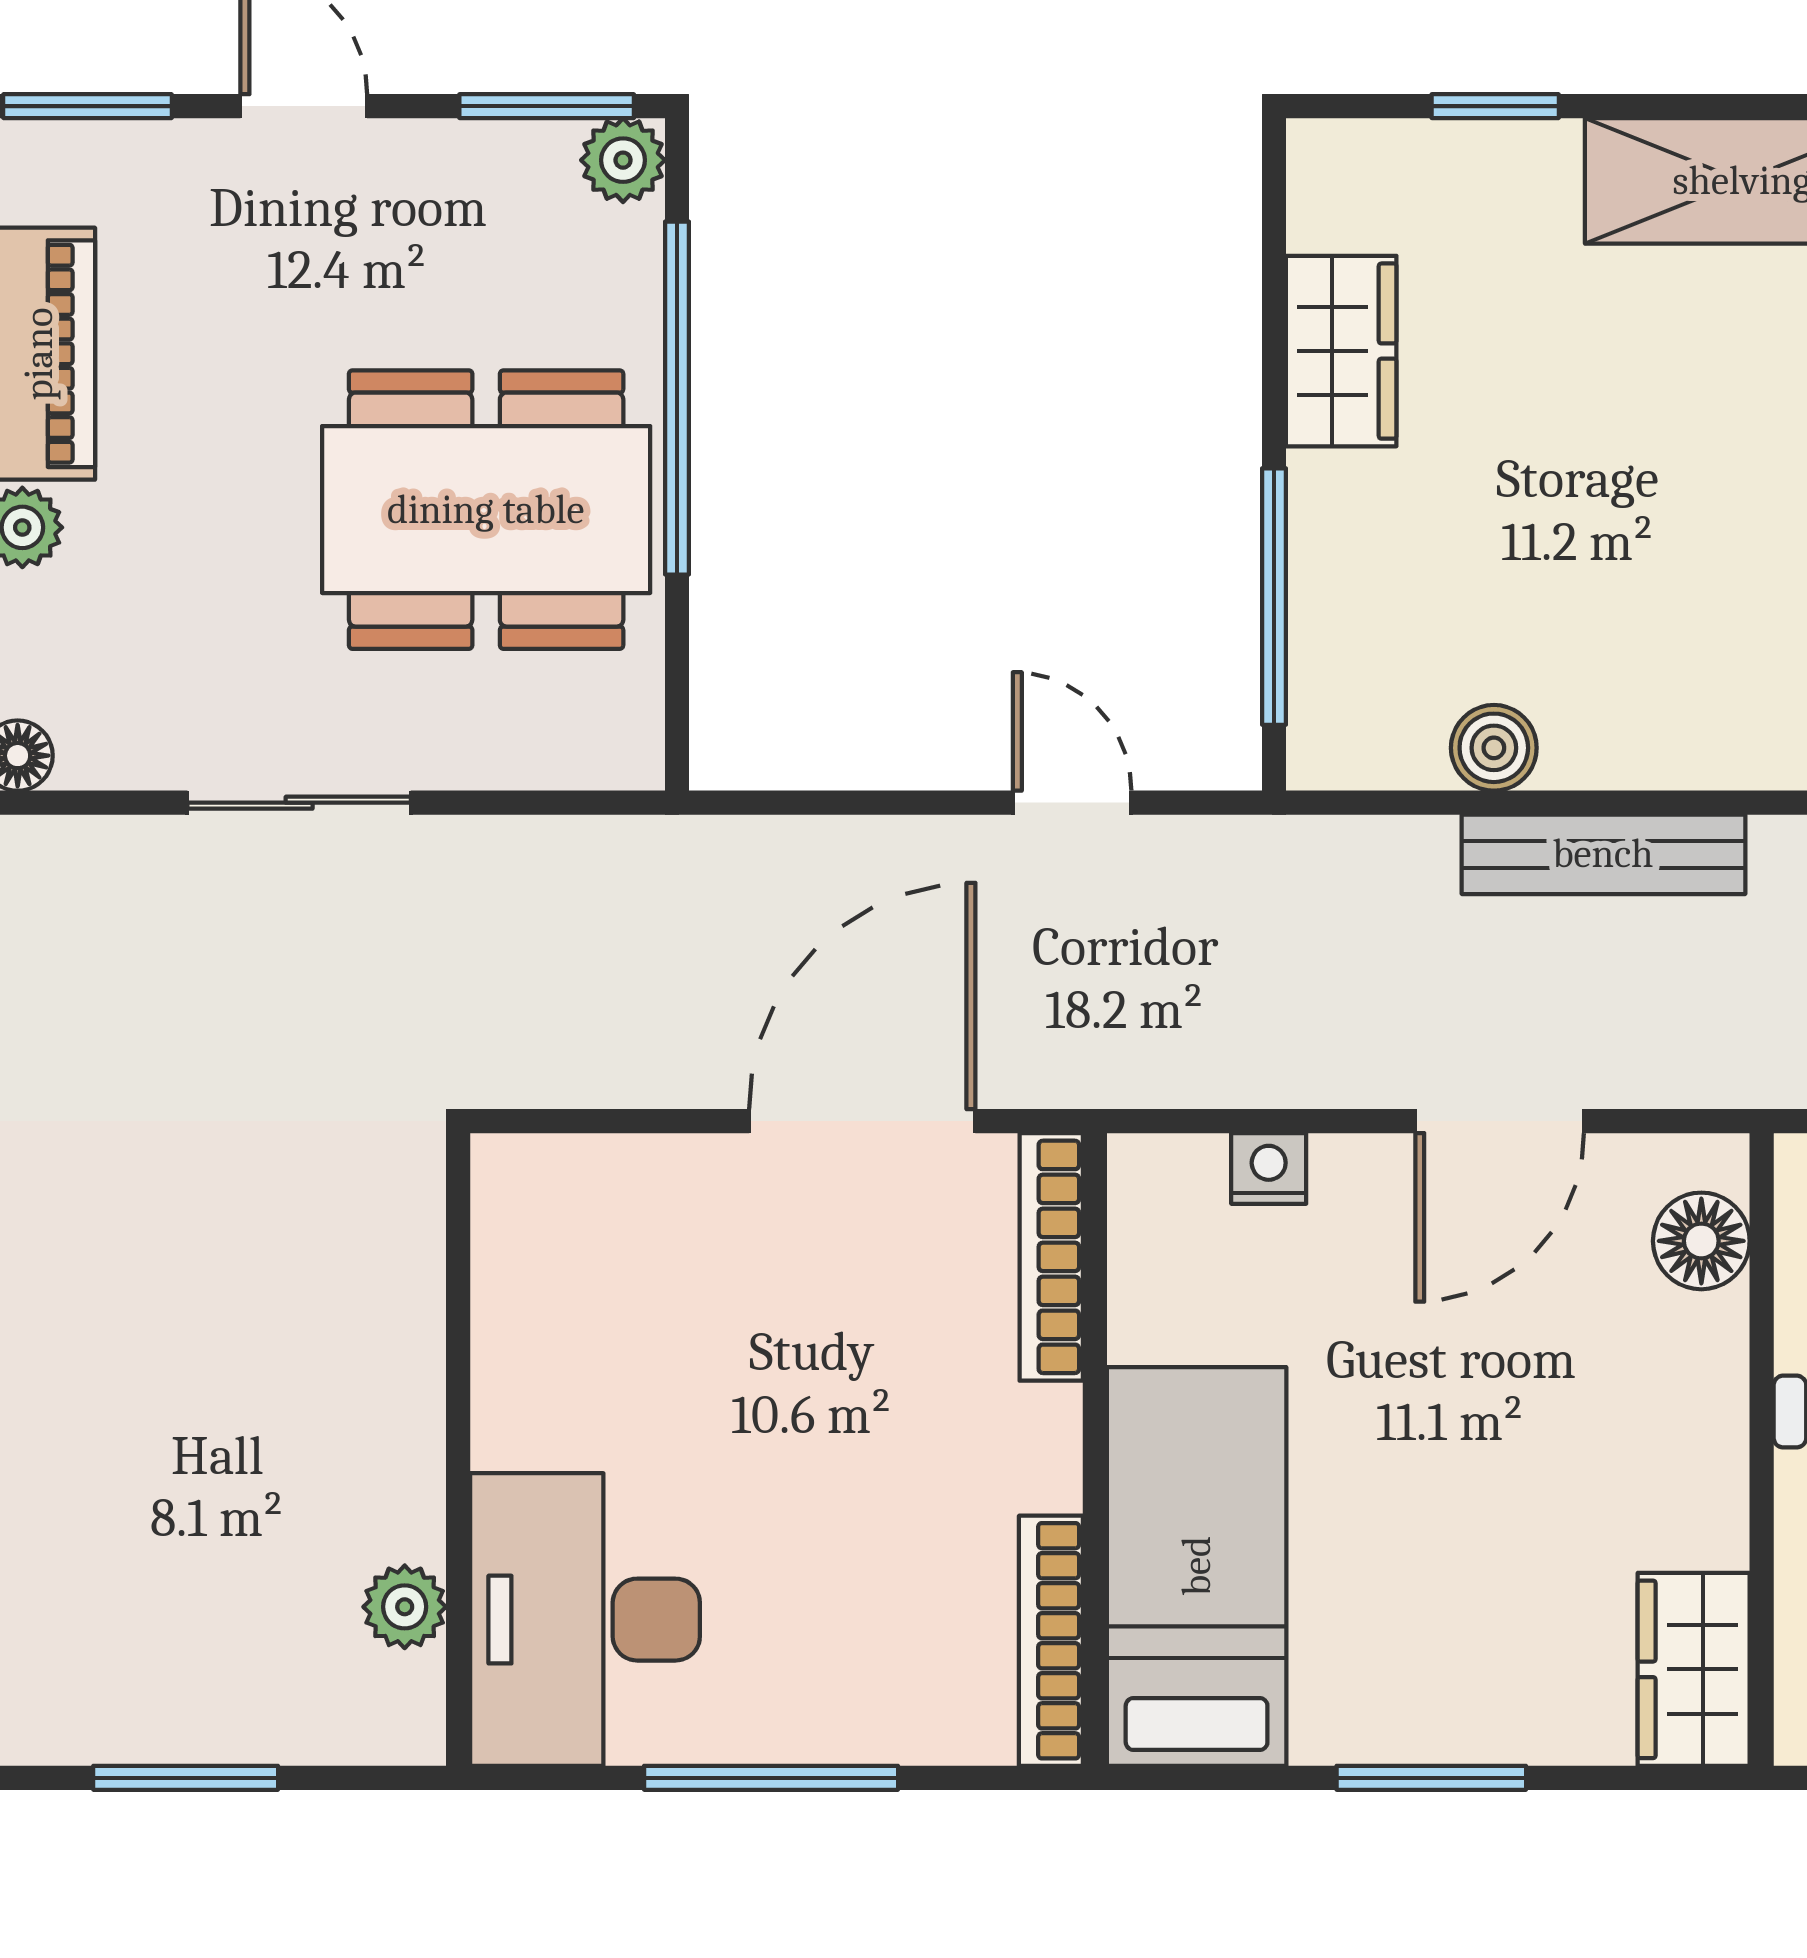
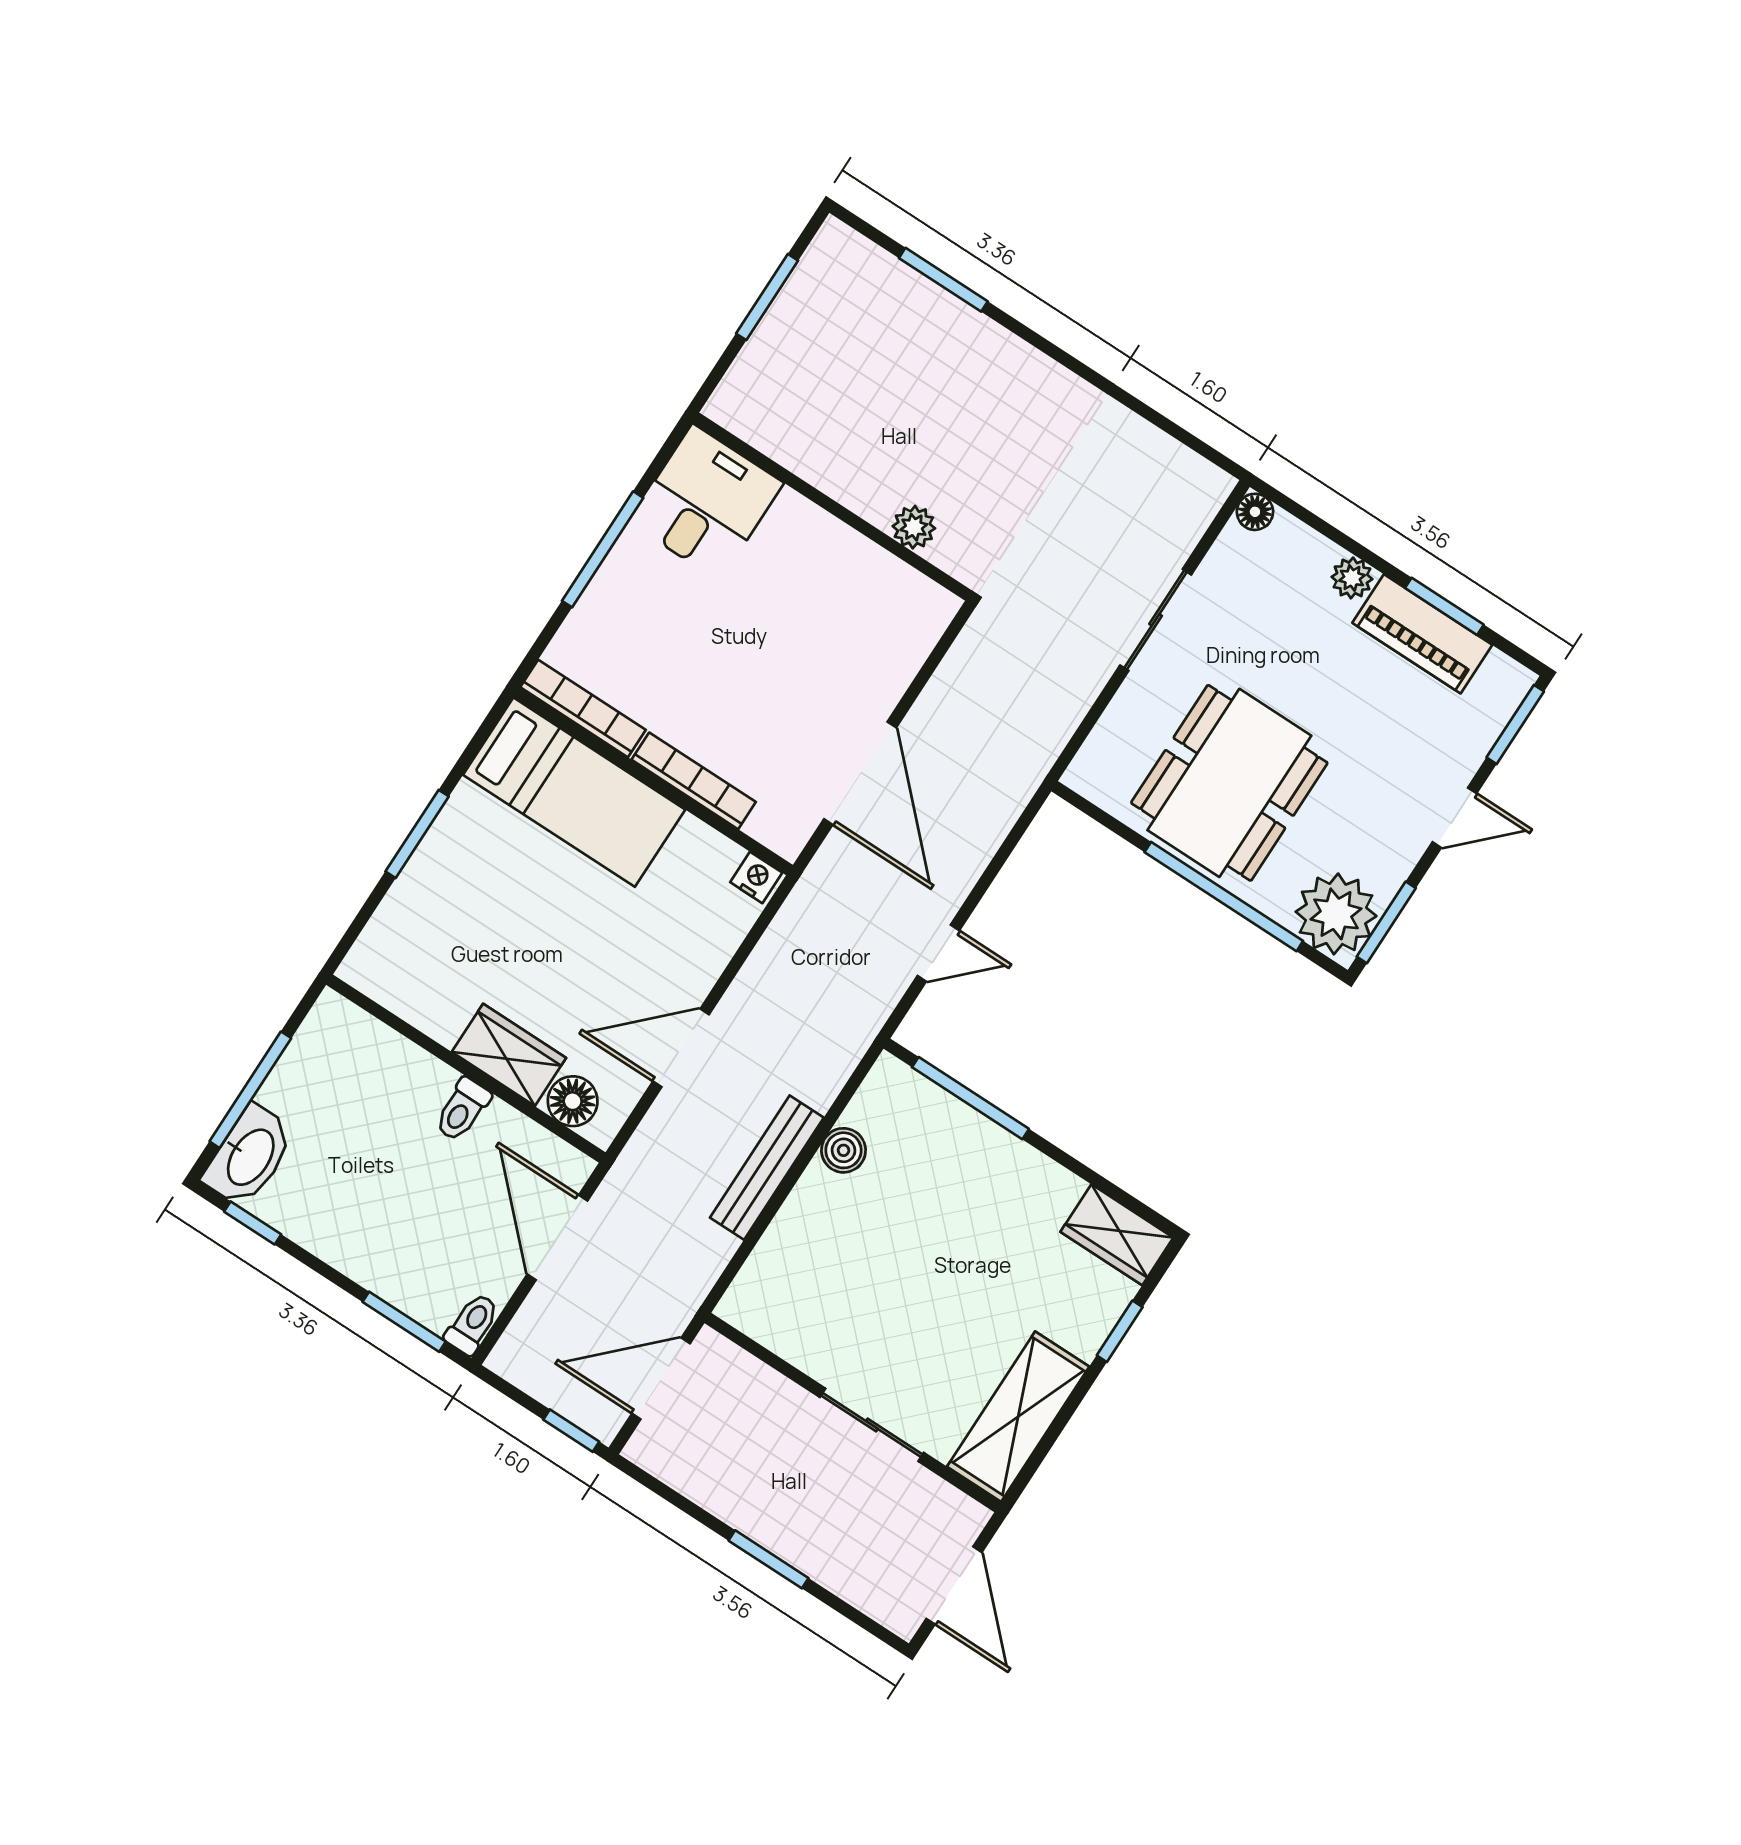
plant: (623, 160) -> (1336, 914), width x1.88, depth x1.88
wardrobe: (1341, 351) -> (1117, 1235), moved
door: (1500, 1121) -> (681, 1048), hinge flipped
nightstand: (1269, 1168) -> (756, 877), moved, turned -90
bookcase: (1051, 1257) -> (694, 781), moved
plant: (405, 1607) -> (914, 527), moved
desk: (585, 1620) -> (706, 502), width x0.73
wardrobe: (1694, 1669) -> (509, 1055), moved

